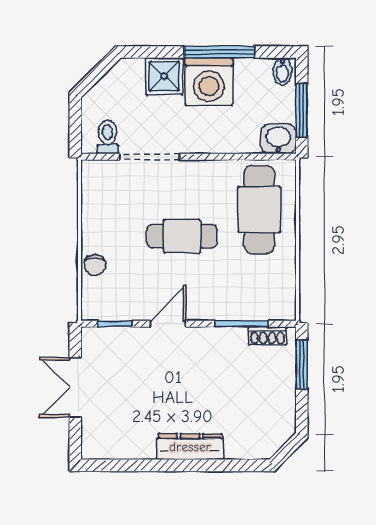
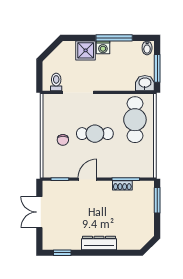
washing machine: (209, 81) -> (103, 47), width x0.53, depth x0.53
chair: (95, 265) -> (63, 140), moved
shoe rack: (268, 336) -> (122, 185), moved
window: (119, 465) -> (62, 253), added

